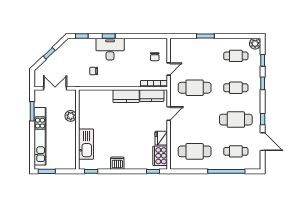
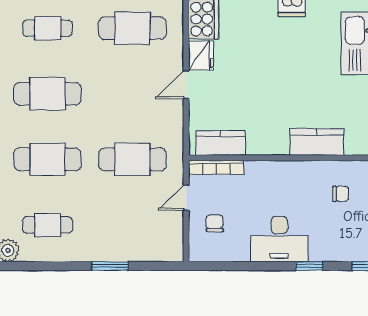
desk: (110, 49) -> (279, 239), moved
cafe table: (236, 88) -> (47, 159), width x1.37, depth x1.35
kitchen counter: (126, 96) -> (317, 142), moved
door: (169, 114) -> (186, 85), moved

